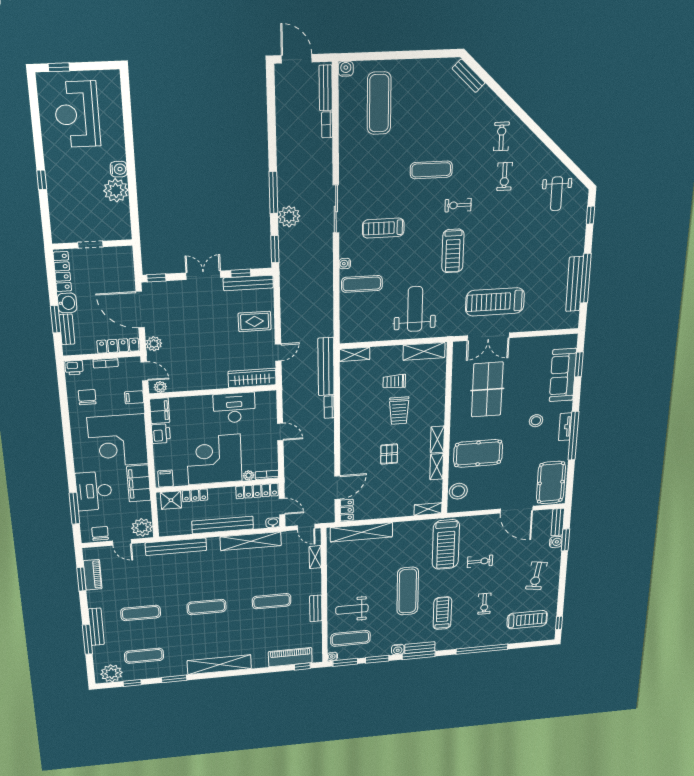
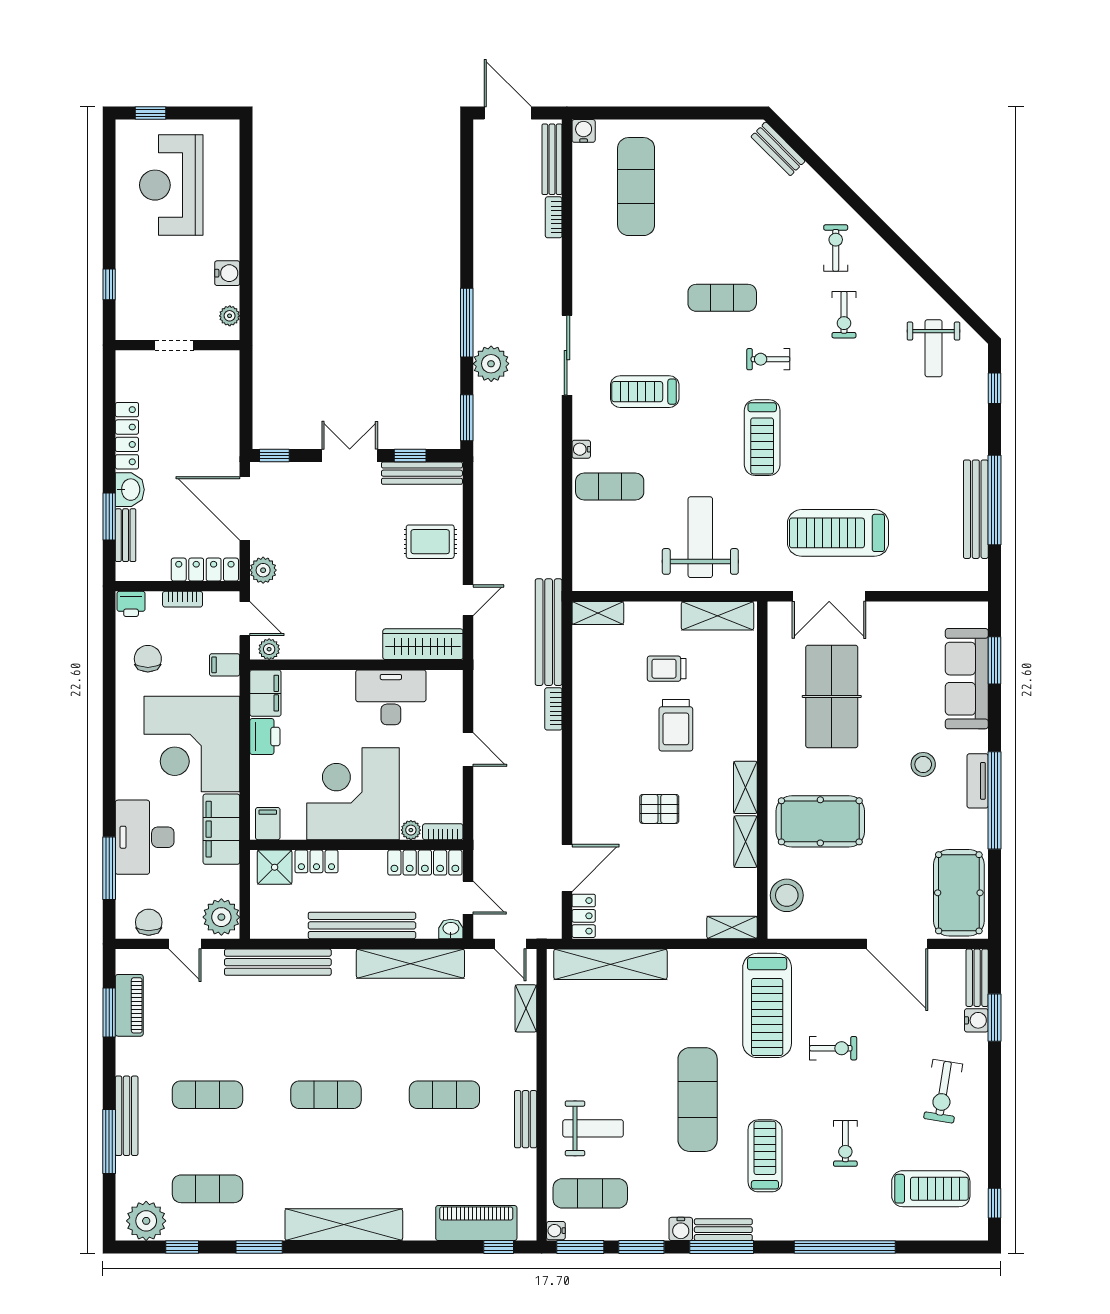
plant: (116, 190) -> (230, 316), width x0.53, depth x0.53
doorway: (90, 245) -> (174, 345), moved
wall: (92, 245) -> (178, 345), moved
pallet: (389, 454) -> (659, 809), turned 90
weight bench: (352, 609) -> (593, 1128), turned 180

